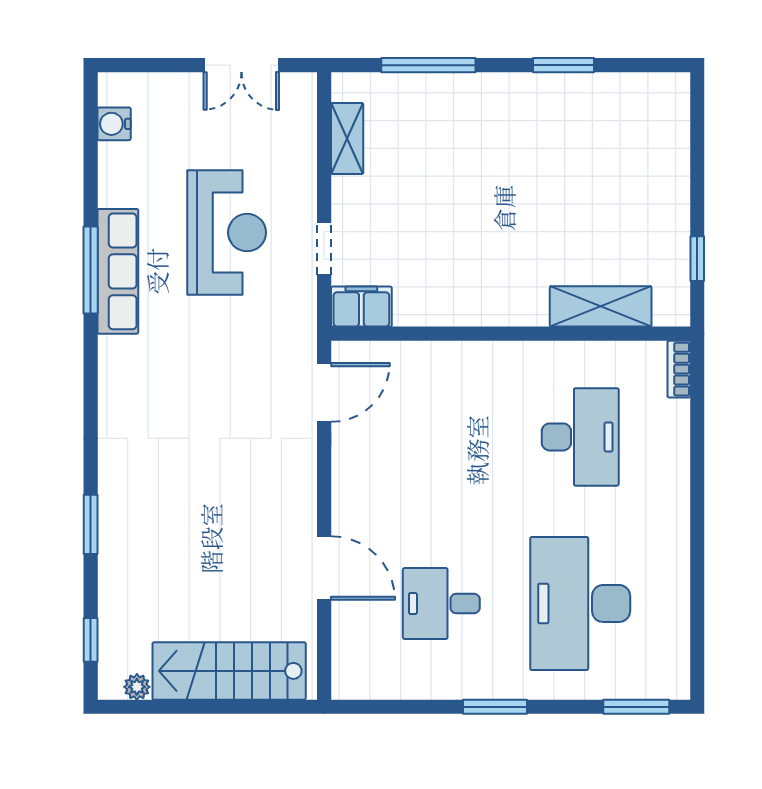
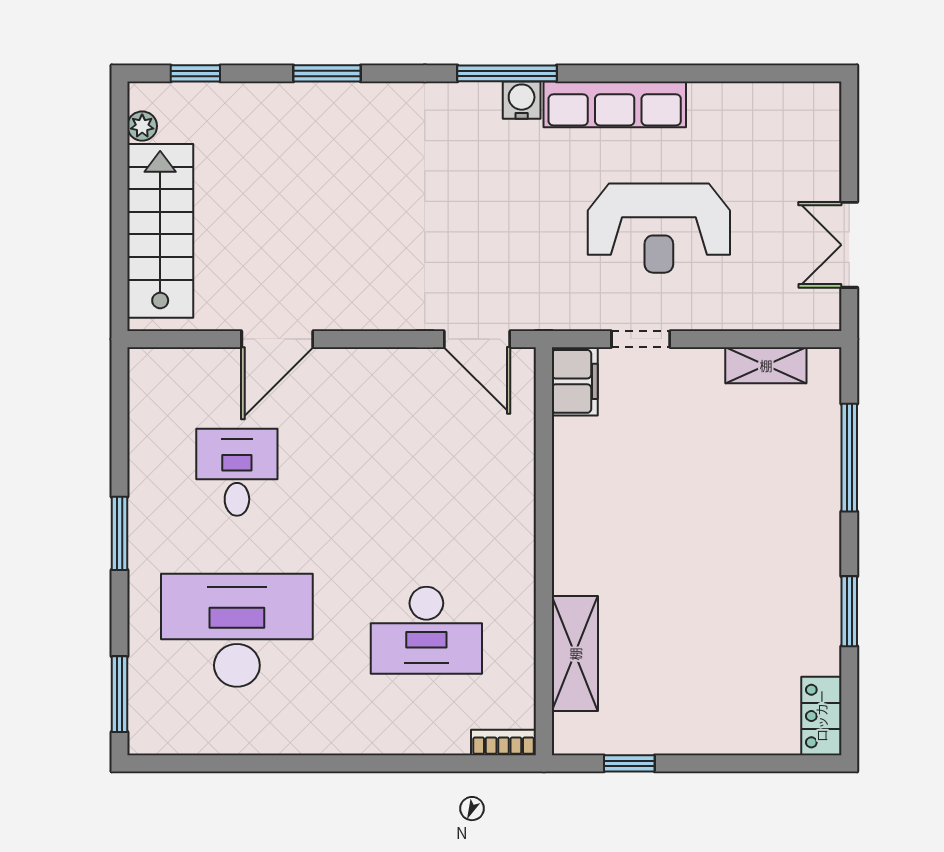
locker: (656, 90) -> (821, 716), added
water cooler: (114, 124) -> (522, 100), moved
window: (91, 270) -> (507, 73), moved

